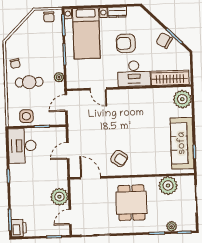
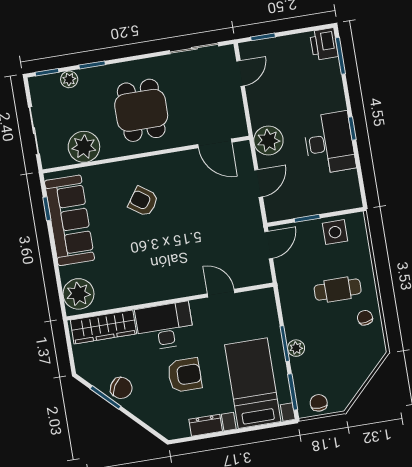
plant: (59, 77) -> (296, 348), moved
door: (66, 103) -> (269, 245), moved
desk: (22, 146) -> (329, 143), moved
armchair: (119, 158) -> (143, 201), moved
plant: (59, 197) -> (268, 140), moved

